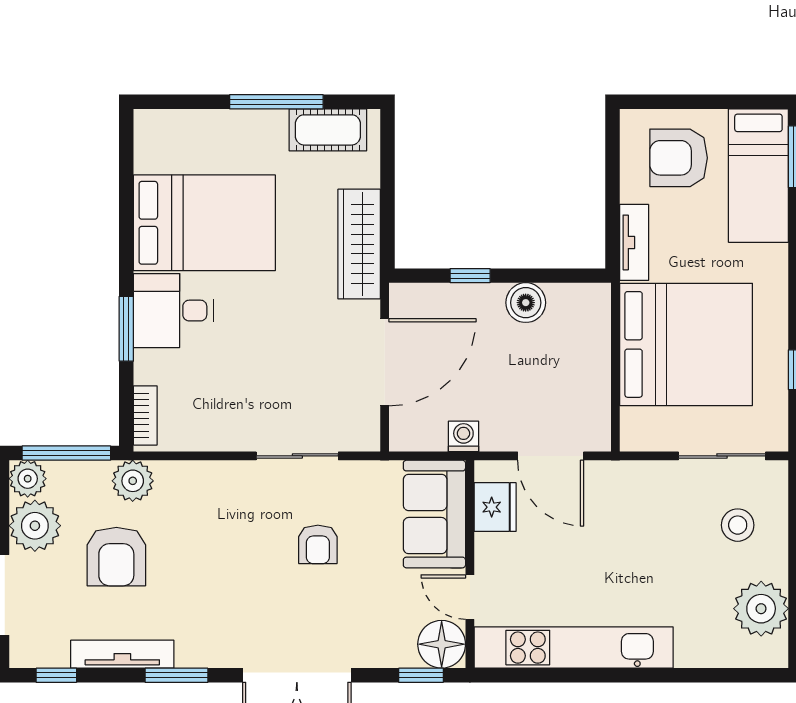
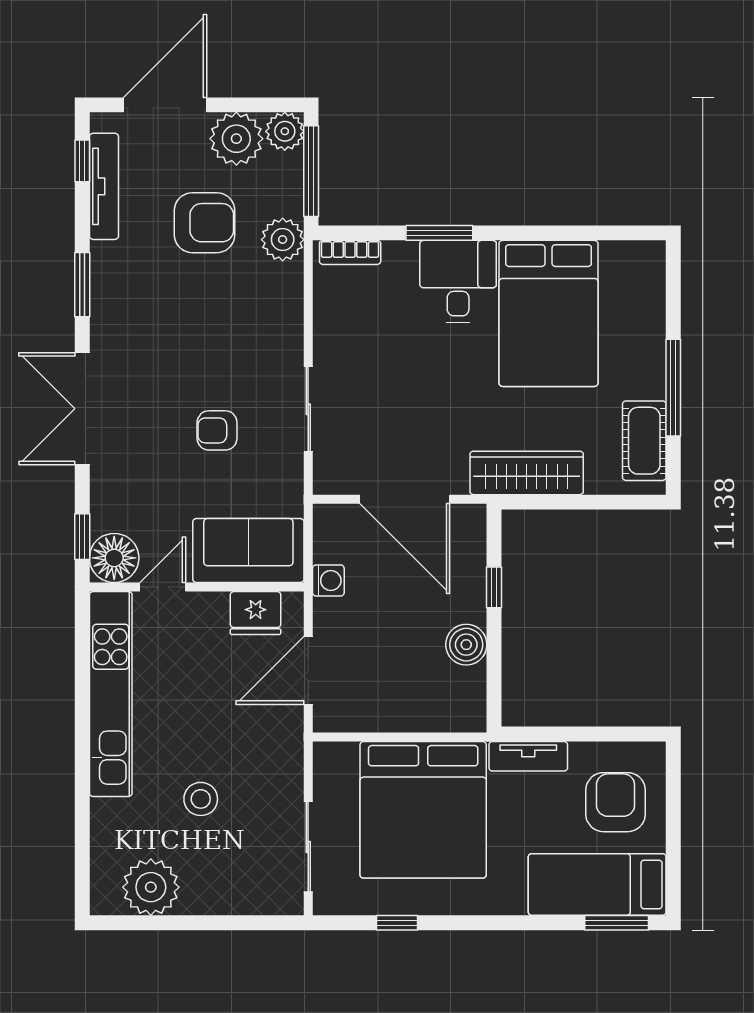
stool: (738, 525) -> (201, 799), moved
armchair: (116, 557) -> (205, 223), turned 180
tv unit: (122, 654) -> (104, 186), moved

